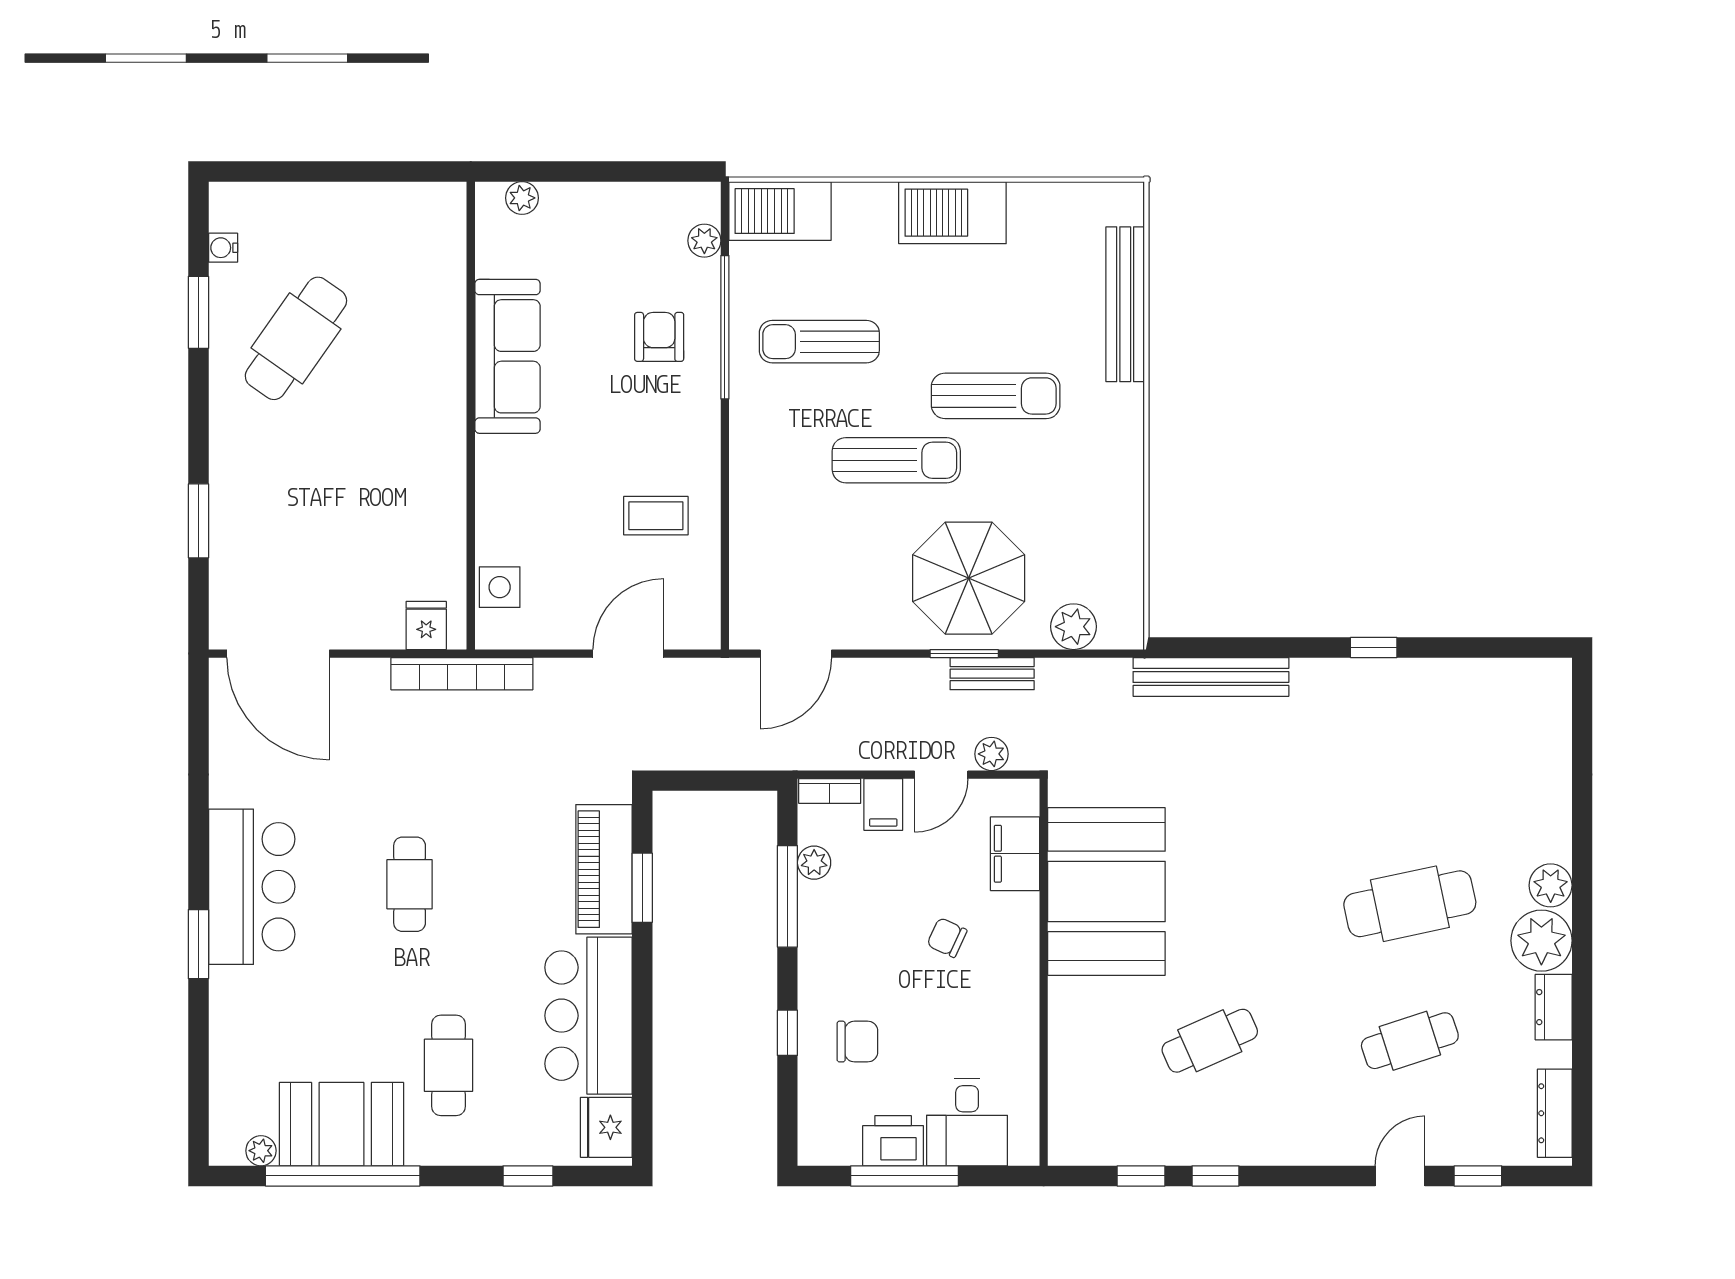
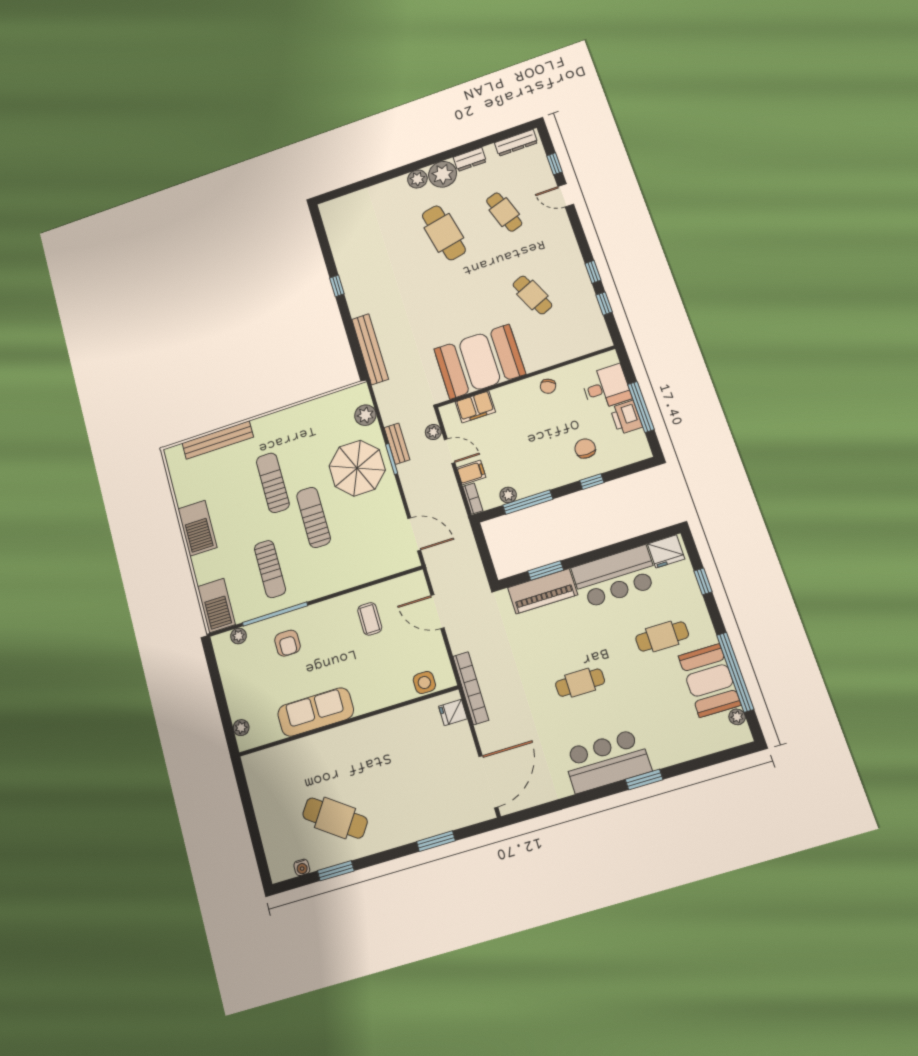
armchair: (659, 337) -> (287, 643), turned -90
chair: (947, 938) -> (548, 386), moved

